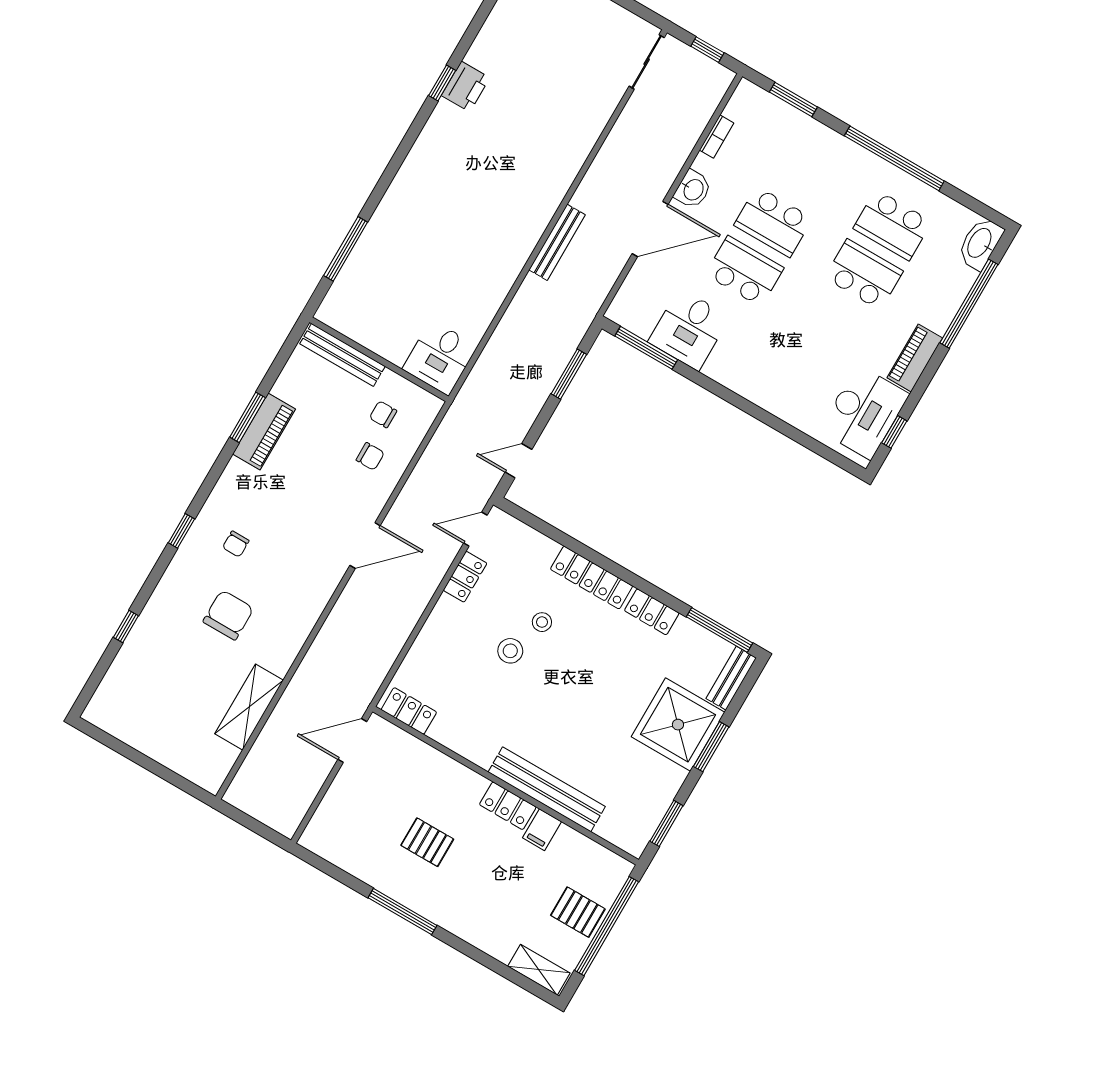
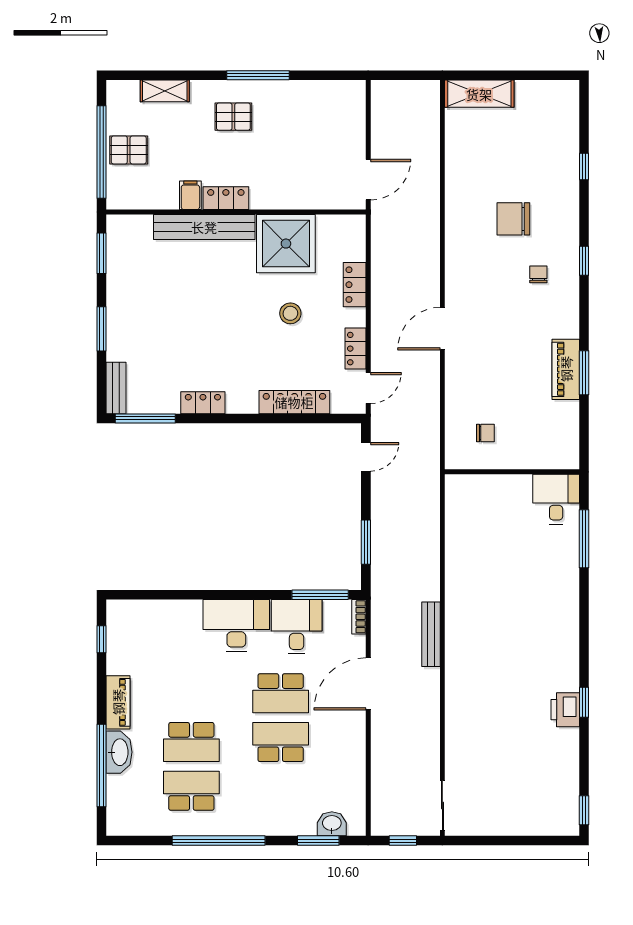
bookcase: (717, 137) -> (359, 617), moved
washbasin: (693, 189) -> (332, 824), moved, turned 90
washbasin: (980, 243) -> (119, 752), moved
bench: (342, 355) -> (541, 459), removed
desk: (440, 358) -> (556, 499), moved
desk: (864, 412) -> (236, 625), moved, turned 90
chair: (370, 456) -> (477, 397), removed
locker: (592, 578) -> (294, 402), moved
chair: (228, 615) -> (513, 219), turned 90
stool: (542, 622) -> (279, 348), removed
shelving: (249, 707) -> (479, 94), moved, turned 90
locker: (409, 711) -> (355, 285), moved, turned 90
shower: (678, 725) -> (286, 244), moved
pallet: (427, 842) -> (233, 117), moved
shelving: (539, 970) -> (165, 91), moved

